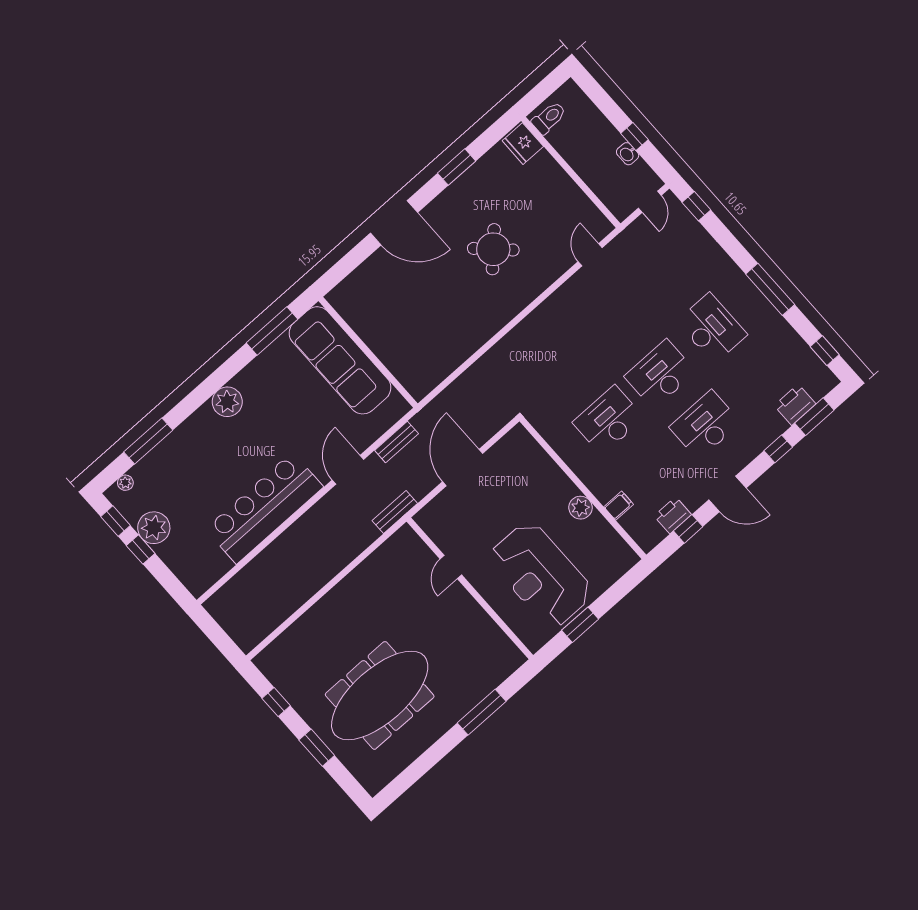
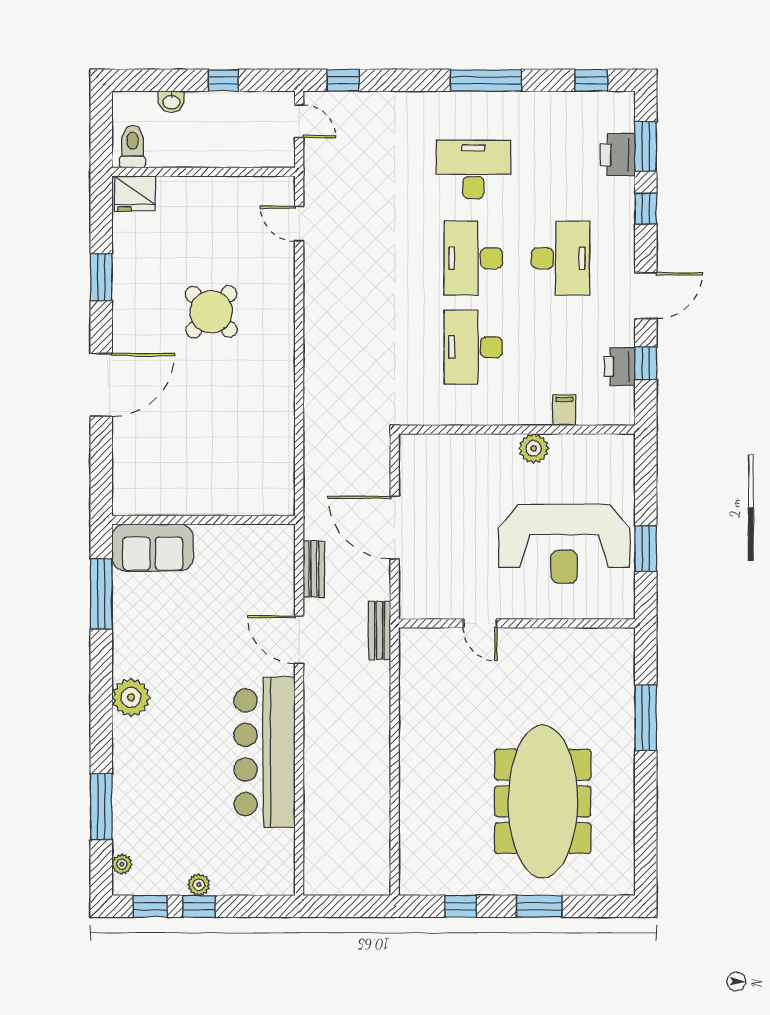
washbasin: (628, 154) -> (171, 102), moved
sofa: (340, 360) -> (153, 547), width x0.54, depth x0.79
desk: (705, 425) -> (560, 258), turned 180
plant: (154, 528) -> (199, 885), width x0.53, depth x0.53

